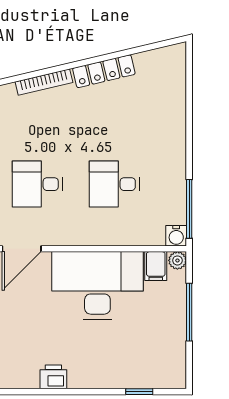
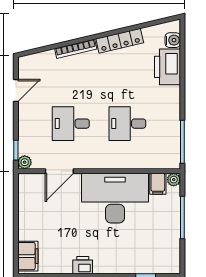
printer: (169, 107) -> (167, 67), added
water cooler: (176, 236) -> (173, 40), moved, turned -90

